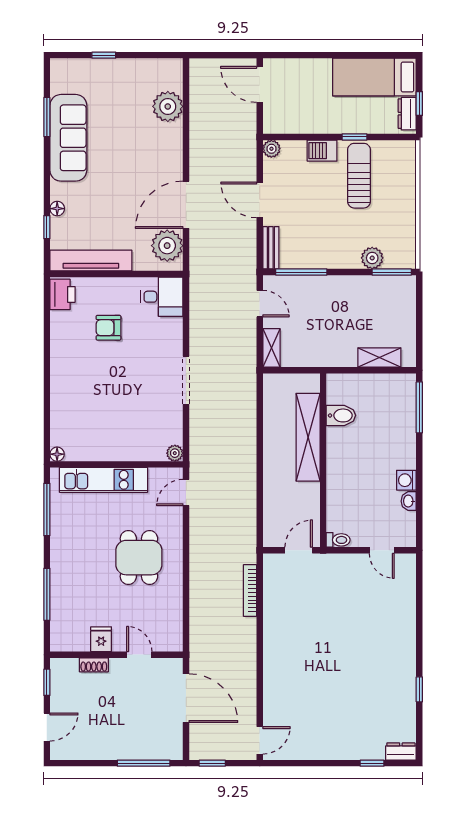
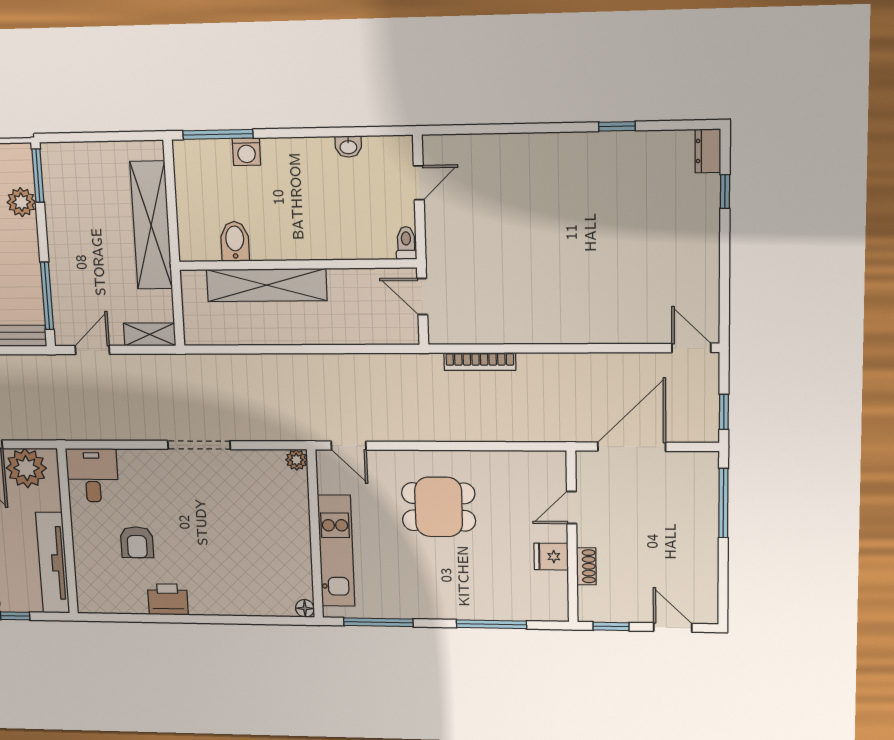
printer: (63, 294) -> (168, 599), moved
shelving: (379, 357) -> (151, 225), width x2.20, depth x1.33
washing machine: (406, 480) -> (246, 152), moved

